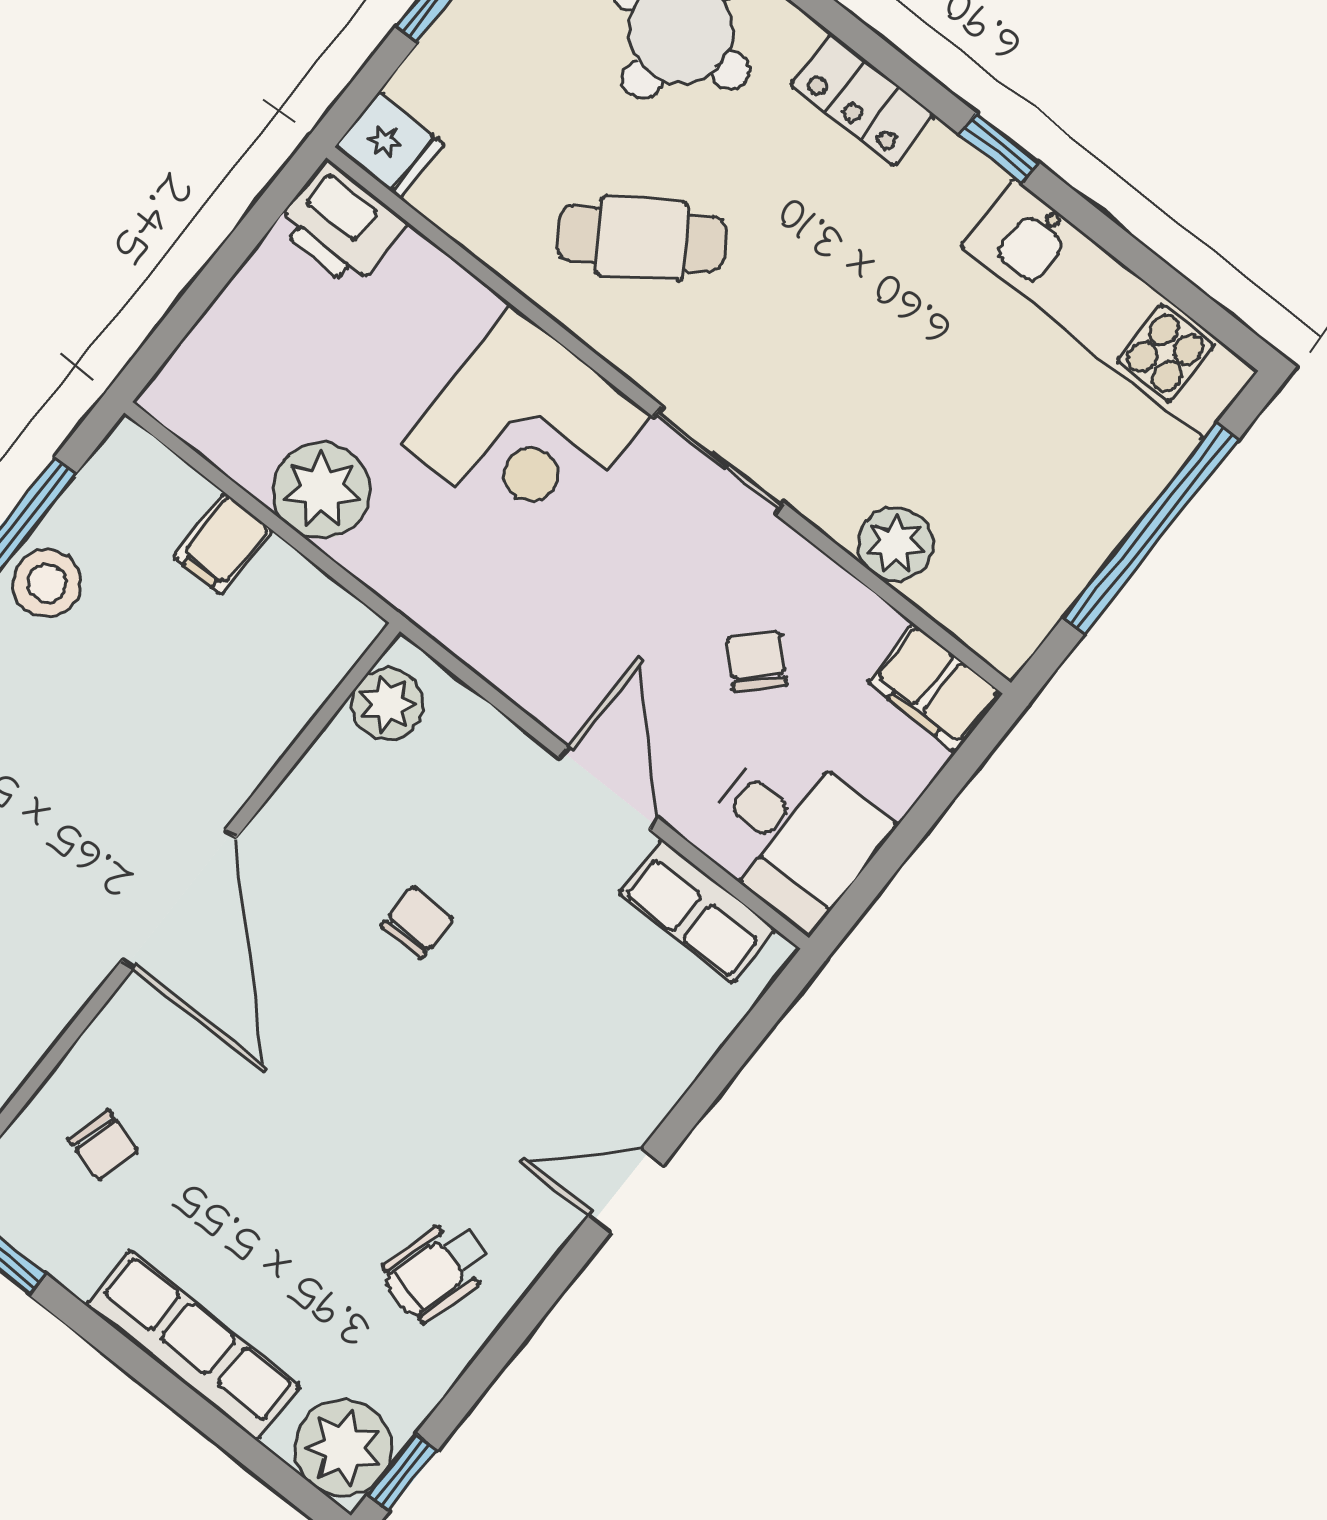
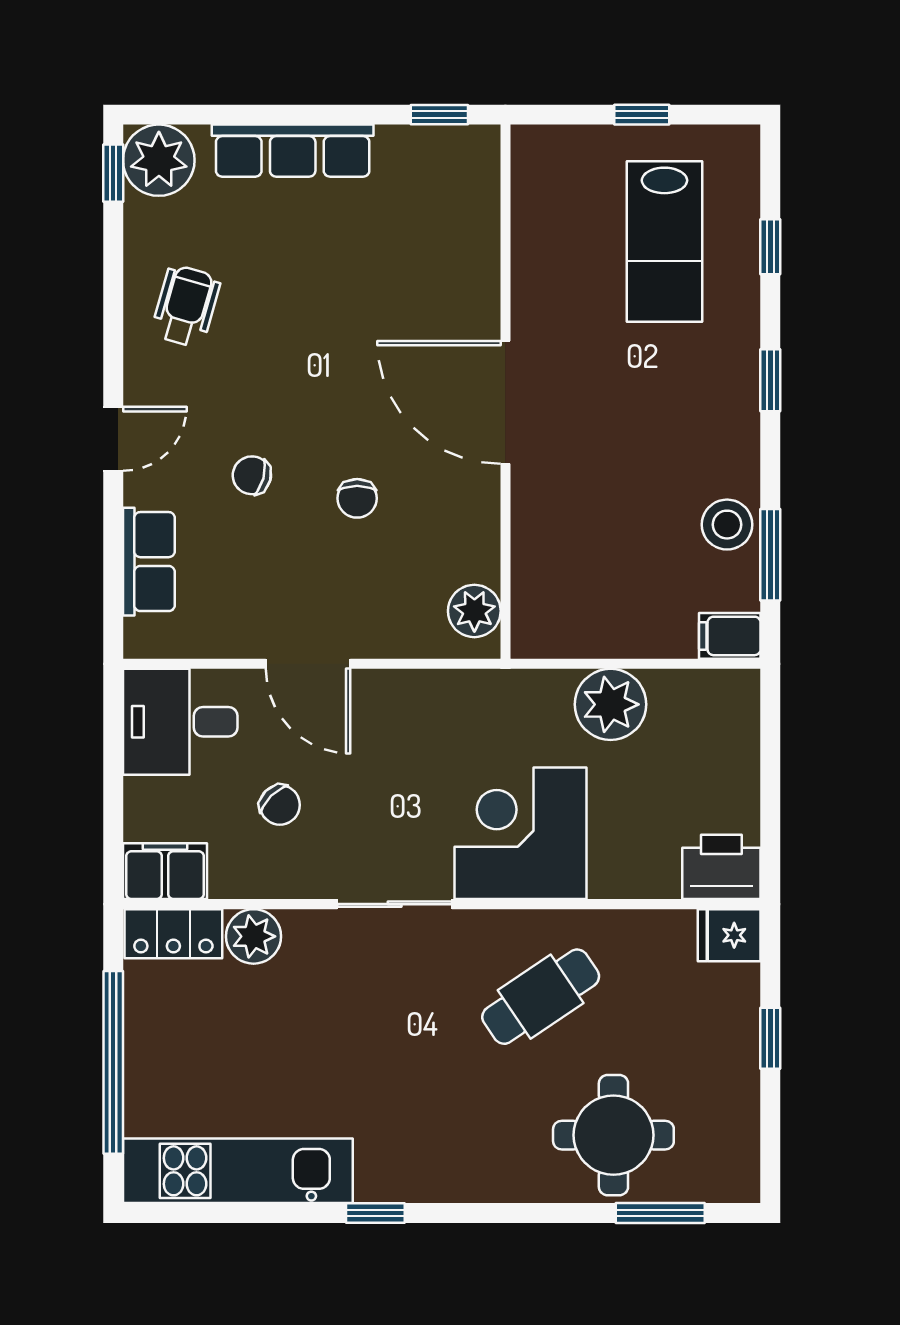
locker: (863, 100) -> (173, 934), moved, turned 180
filing cabinet: (223, 544) -> (730, 636), moved, turned -90
row of seats: (697, 911) -> (149, 562), moved, turned 90
chair: (103, 1145) -> (252, 475), moved

